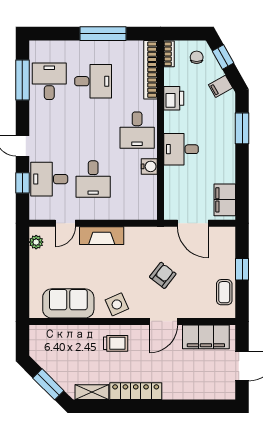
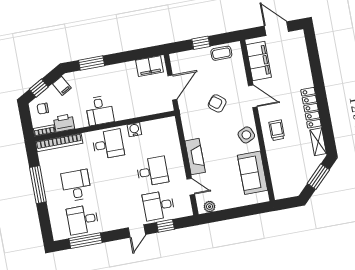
printer: (174, 98) -> (64, 123), moved
desk: (181, 149) -> (100, 111), moved
desk: (49, 179) -> (159, 205), turned 90

